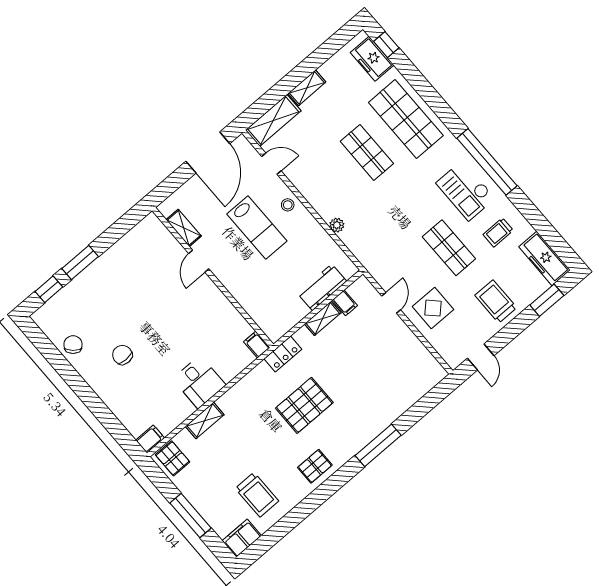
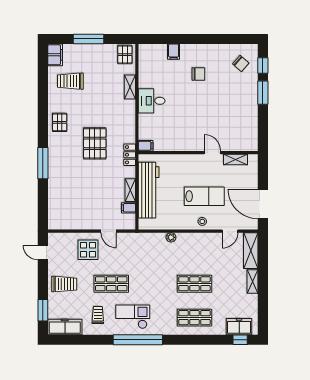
shop shelf: (406, 119) -> (194, 318), width x0.70, depth x0.74
lab bench: (257, 228) -> (204, 196), turned 180
workbench: (322, 287) -> (149, 190), width x1.87, depth x1.32
chair: (73, 345) -> (241, 63), moved
filing cabinet: (150, 439) -> (174, 52), moved
pallet: (173, 458) -> (125, 55), turned 90

